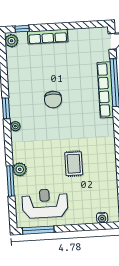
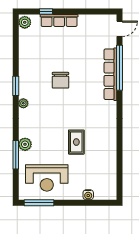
window: (22, 29) -> (46, 12), moved
reception desk: (45, 203) -> (47, 178), turned 180
water cooler: (102, 218) -> (88, 195), moved

